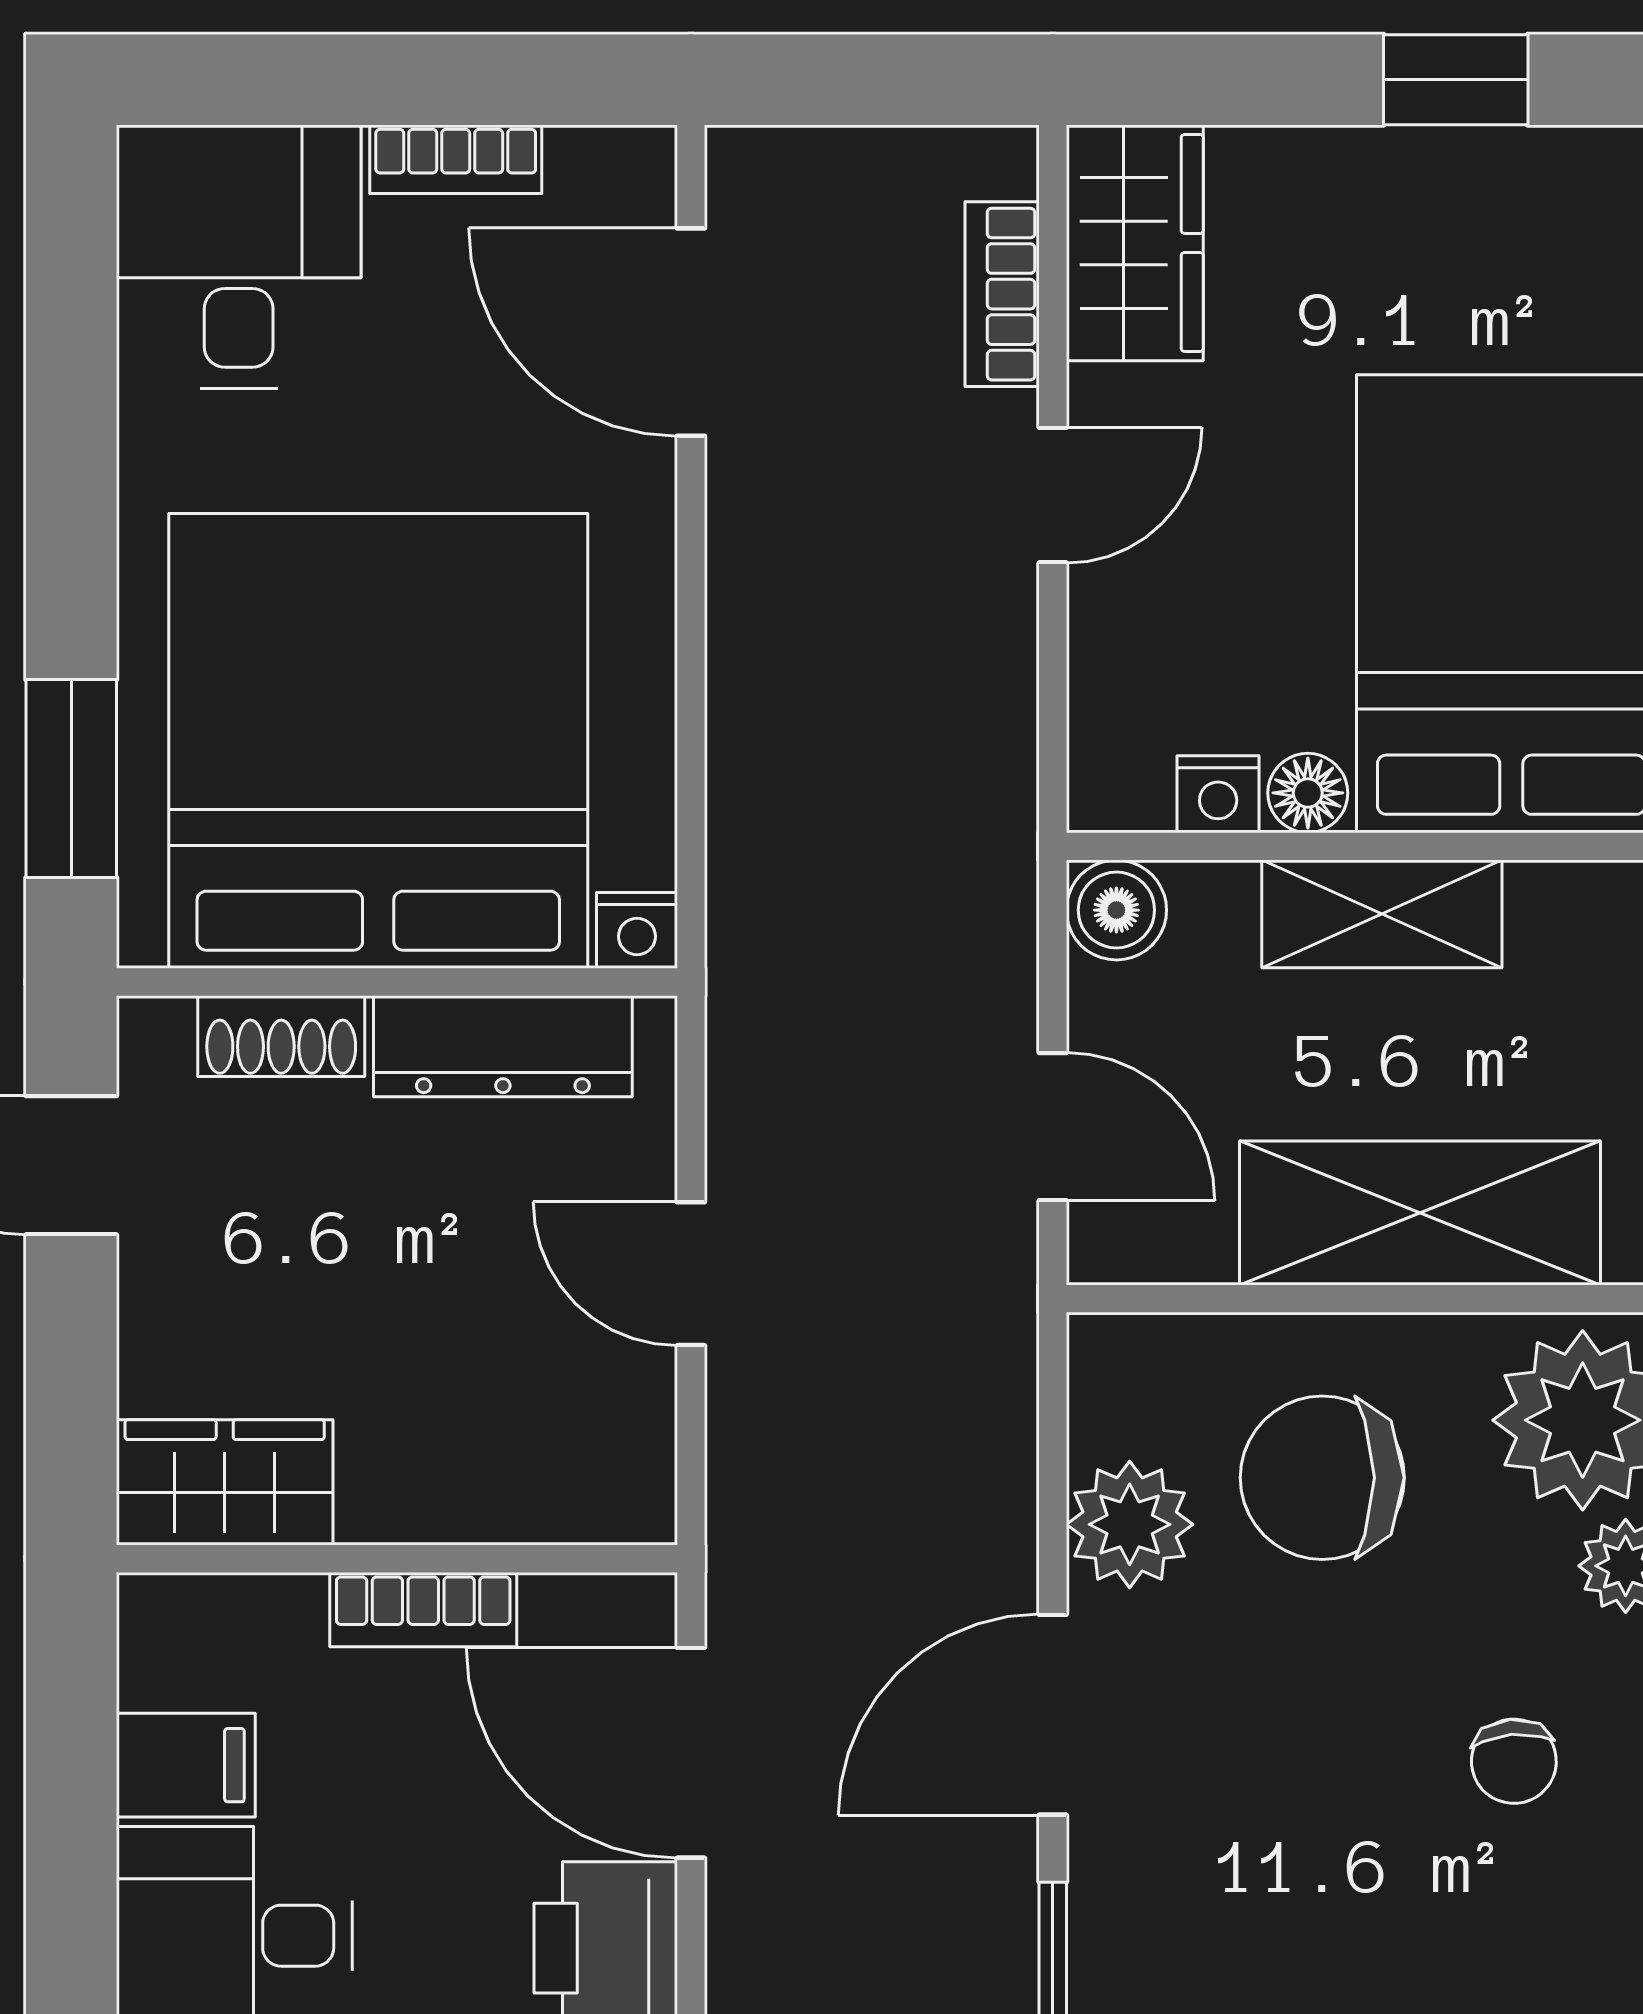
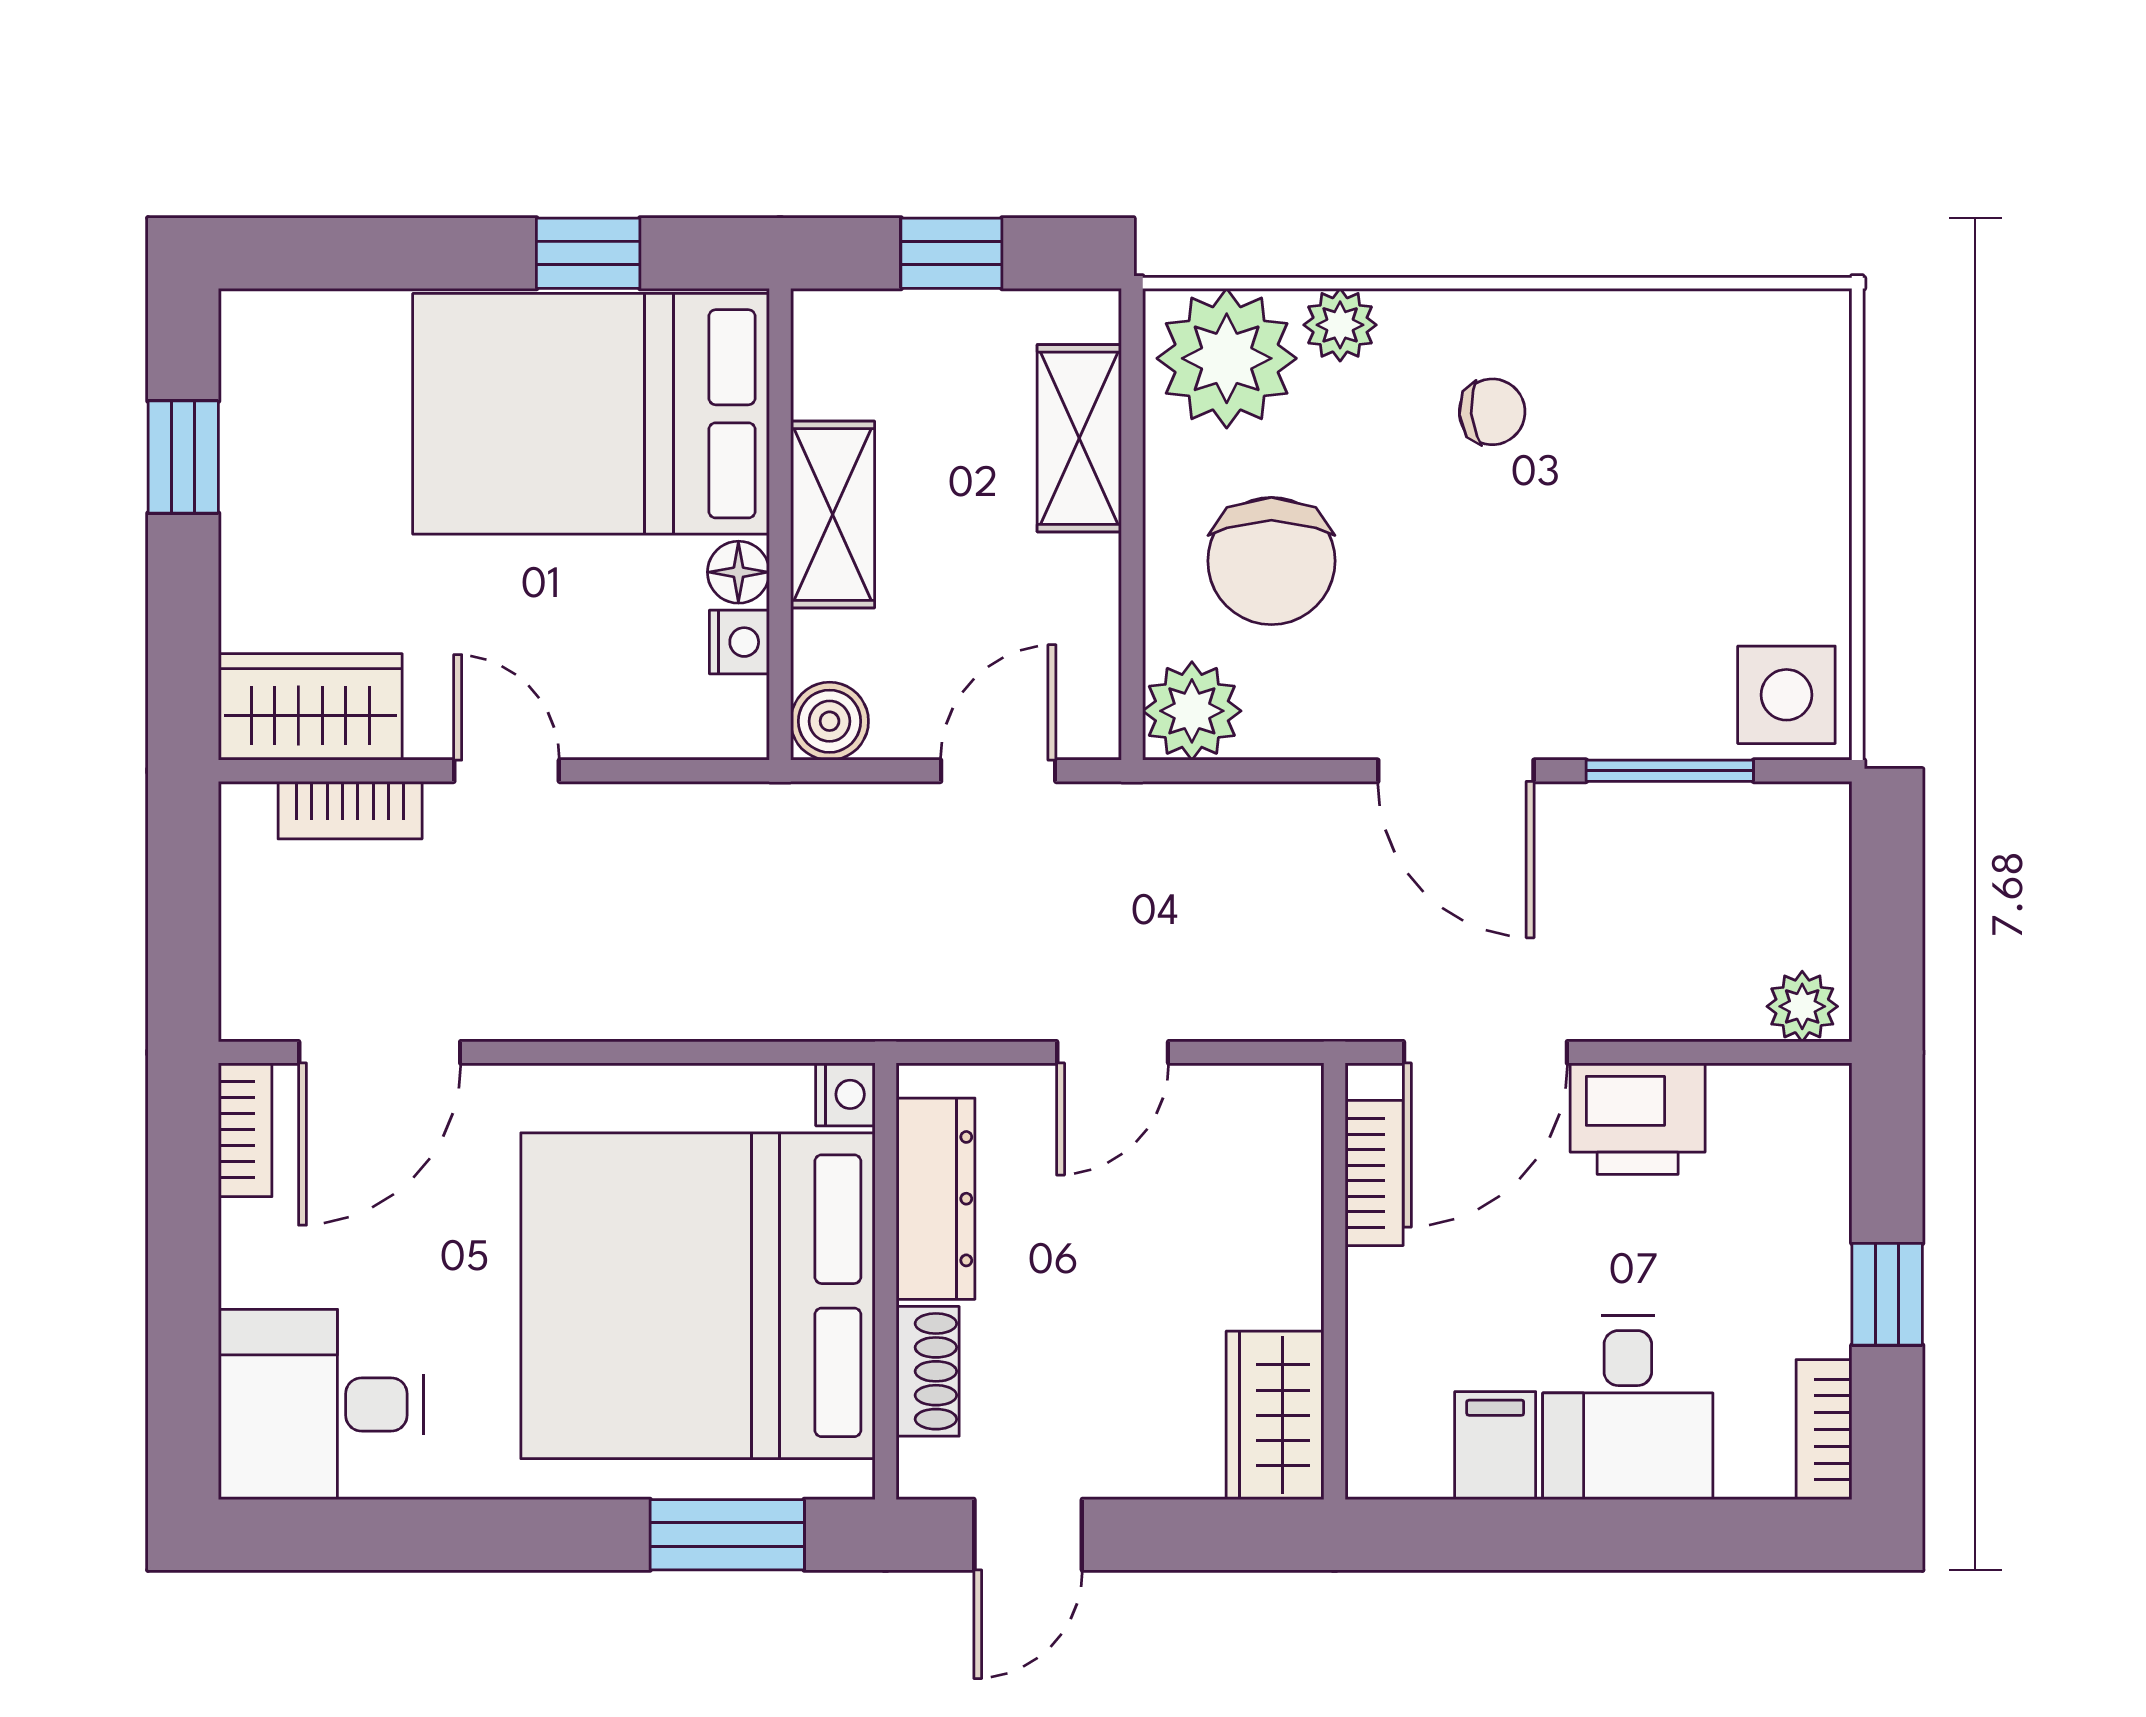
bookcase: (456, 159) -> (245, 1130), moved
shelving: (1420, 1213) -> (1079, 438), width x0.67, depth x0.75
plant: (1130, 1524) -> (1192, 711), moved
bookcase: (423, 1610) -> (1374, 1173), moved

